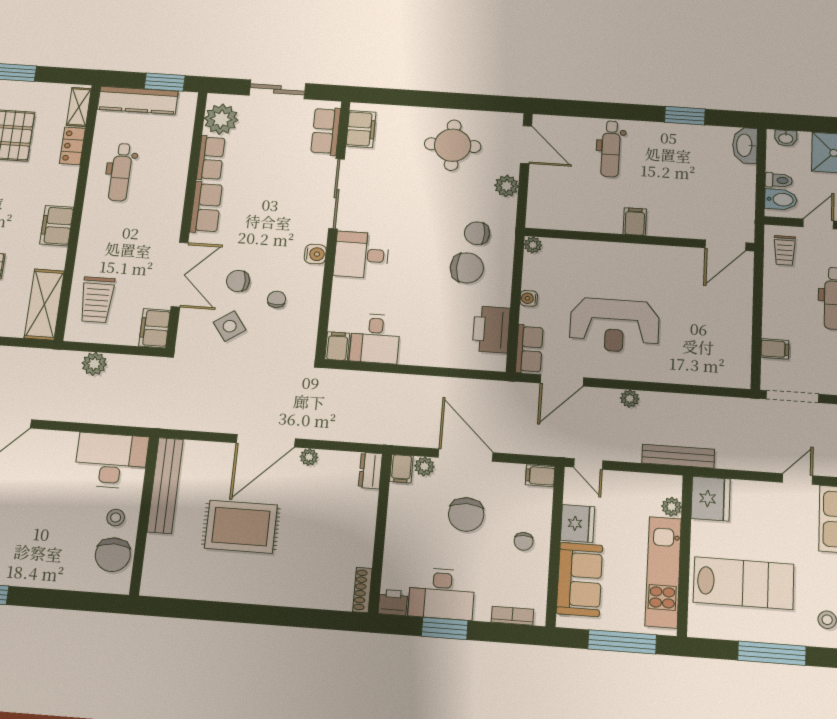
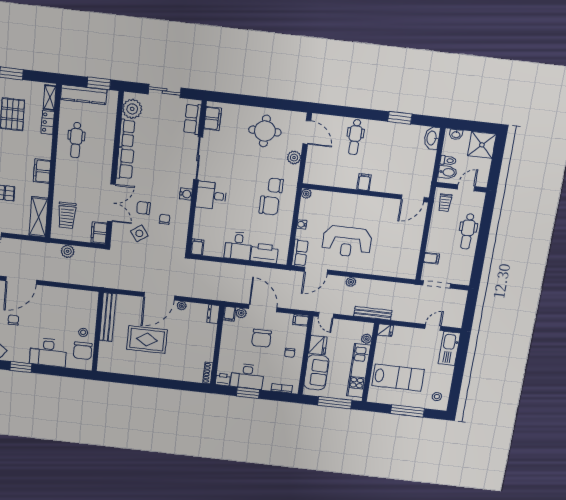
printer: (491, 329) -> (264, 253), moved, turned 90
desk: (375, 339) -> (238, 246), moved
desk: (111, 461) -> (48, 352), moved, turned 180
fridge: (711, 499) -> (385, 330), width x0.53, depth x0.75

